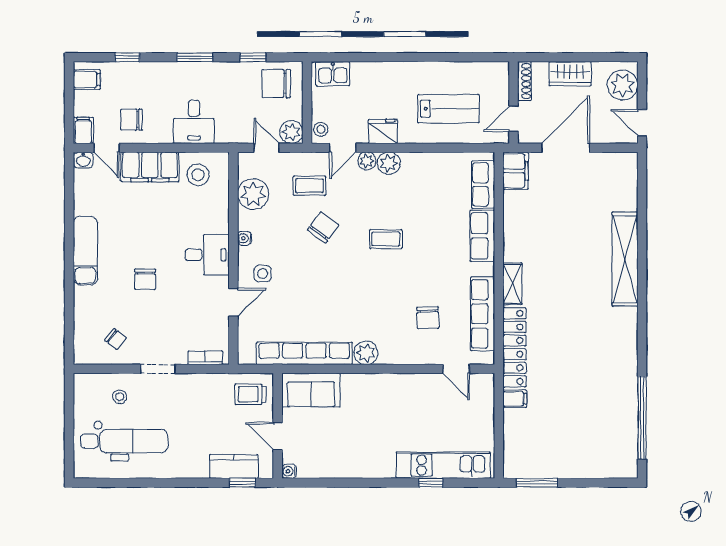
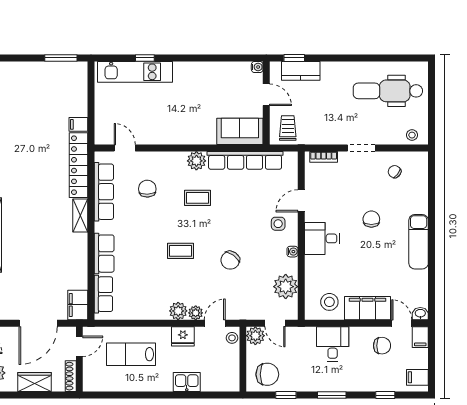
kitchen sink: (333, 74) -> (187, 382), moved
coffee table: (309, 186) -> (198, 198), moved
trolley: (250, 394) -> (288, 128), turned -90
stool: (120, 397) -> (412, 135), moved

